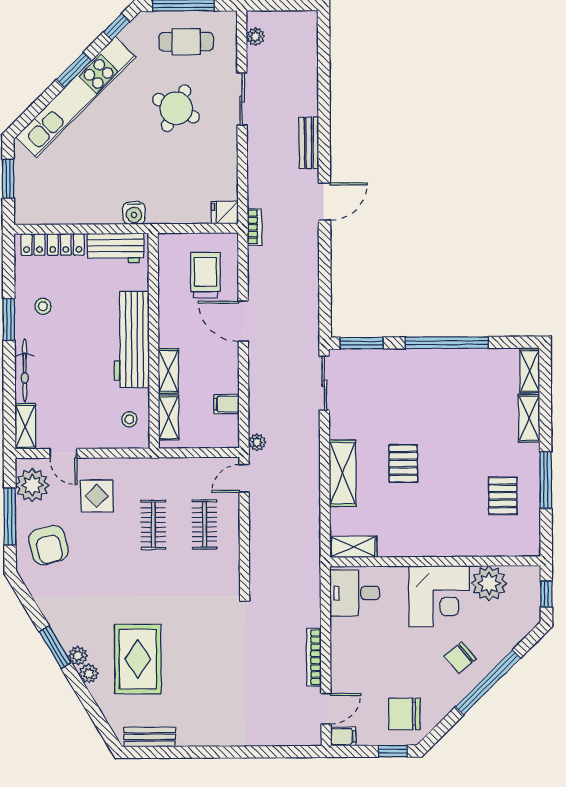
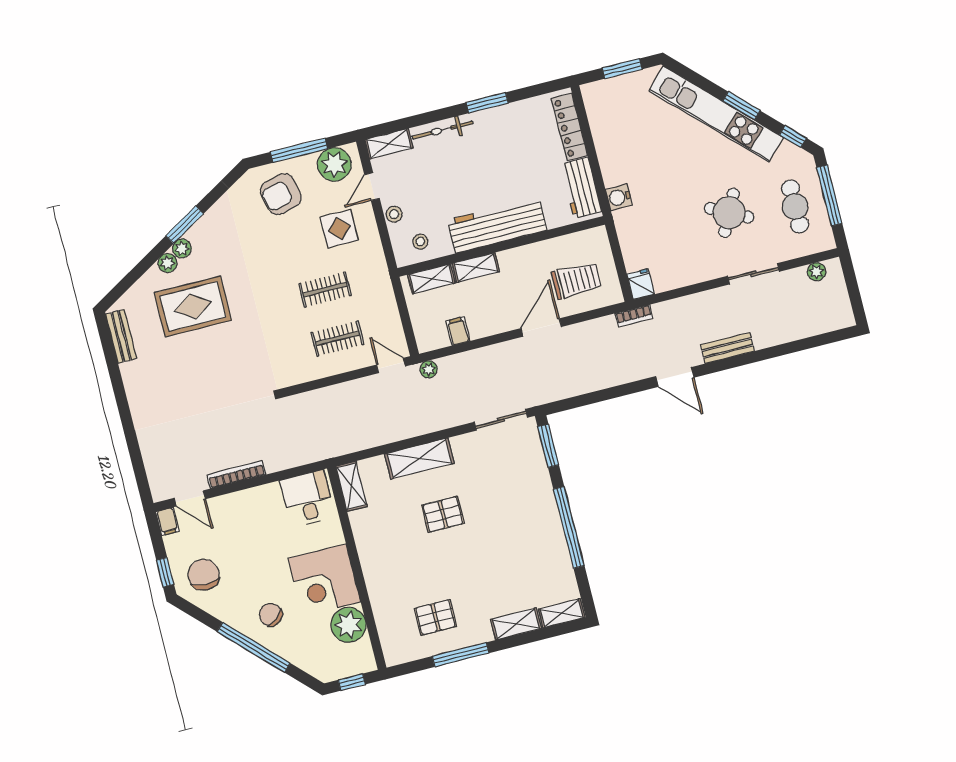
stool: (43, 306) -> (394, 214), moved

